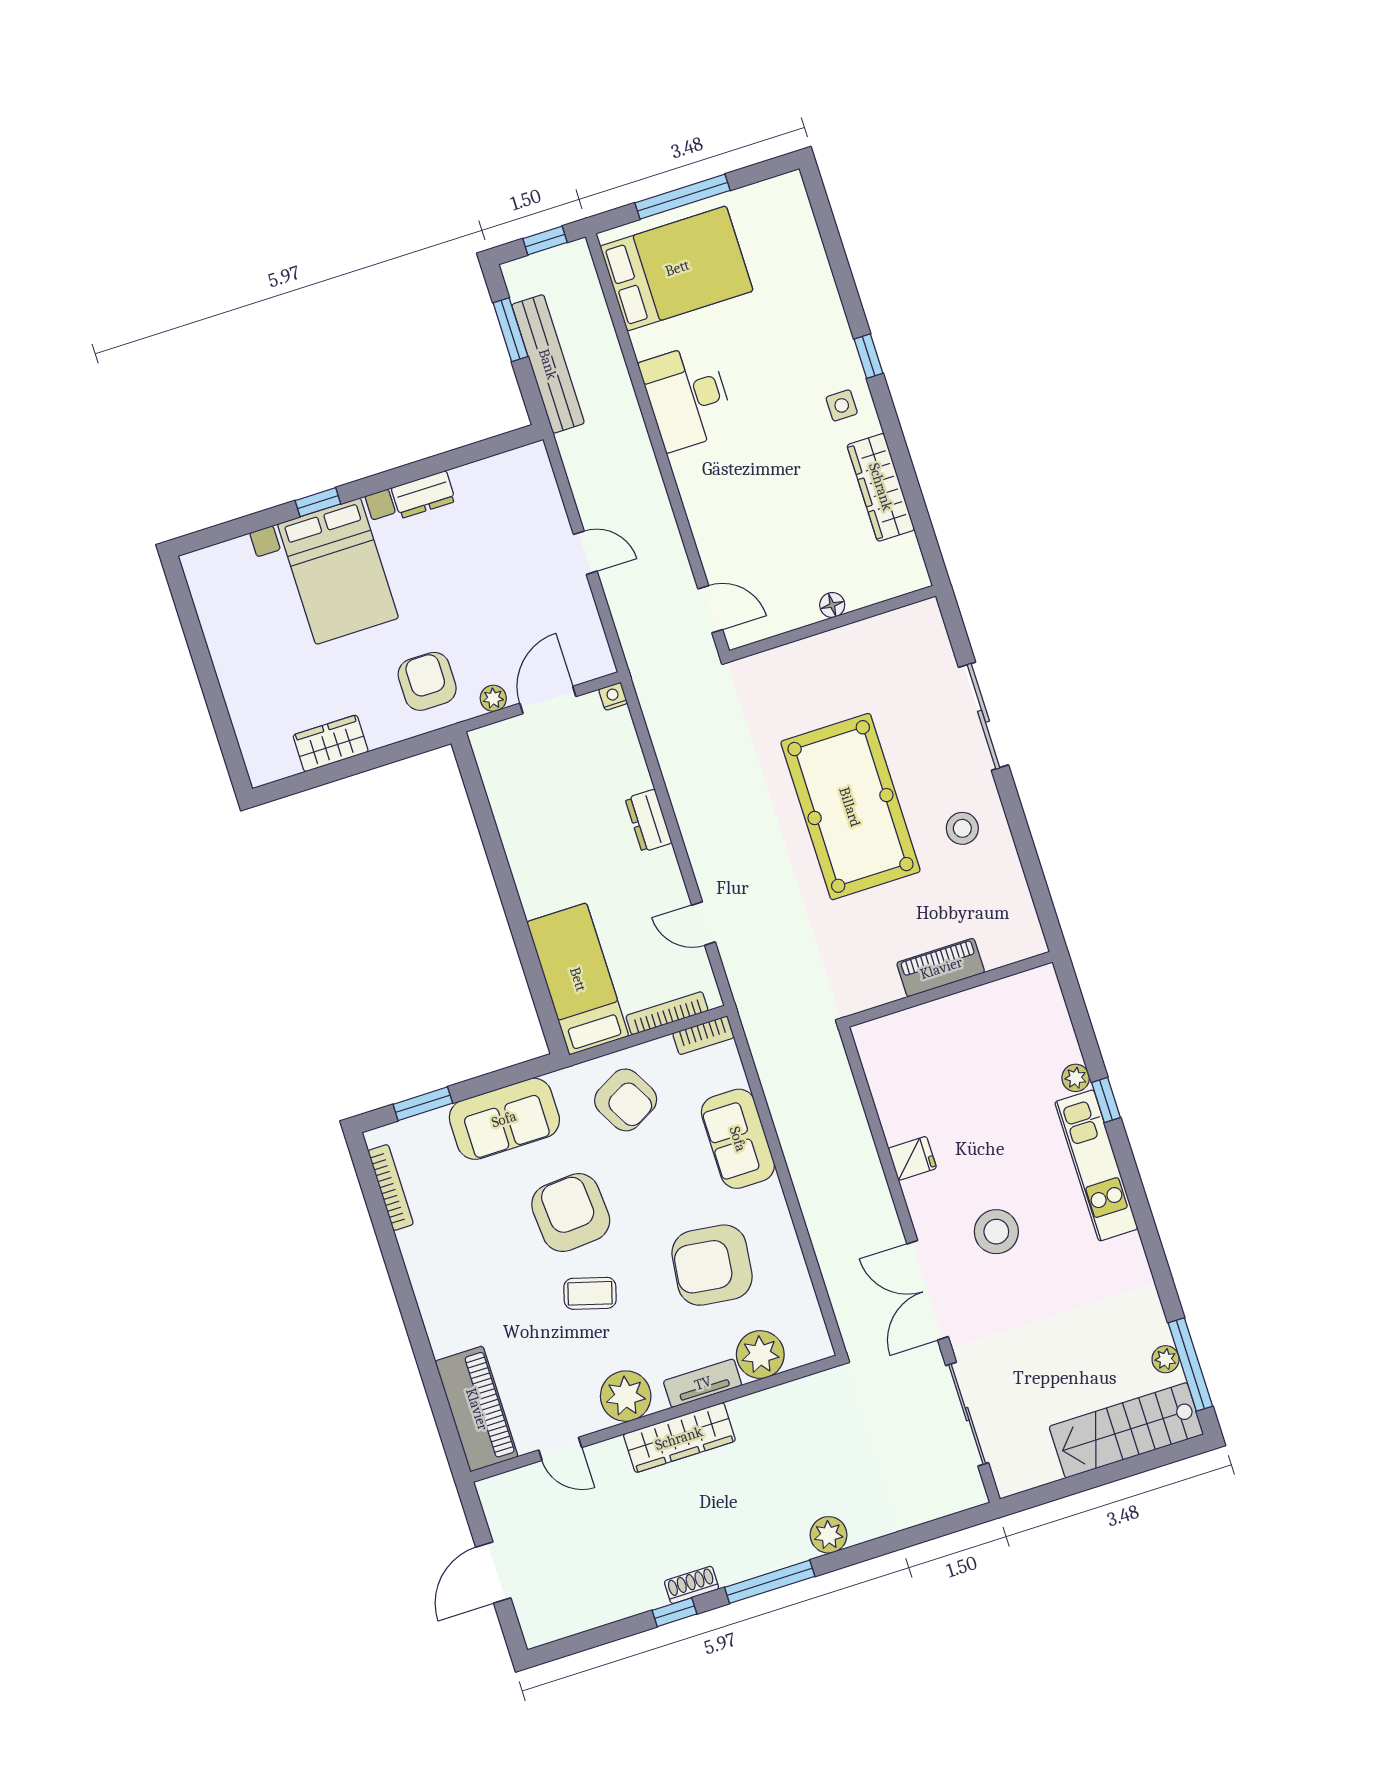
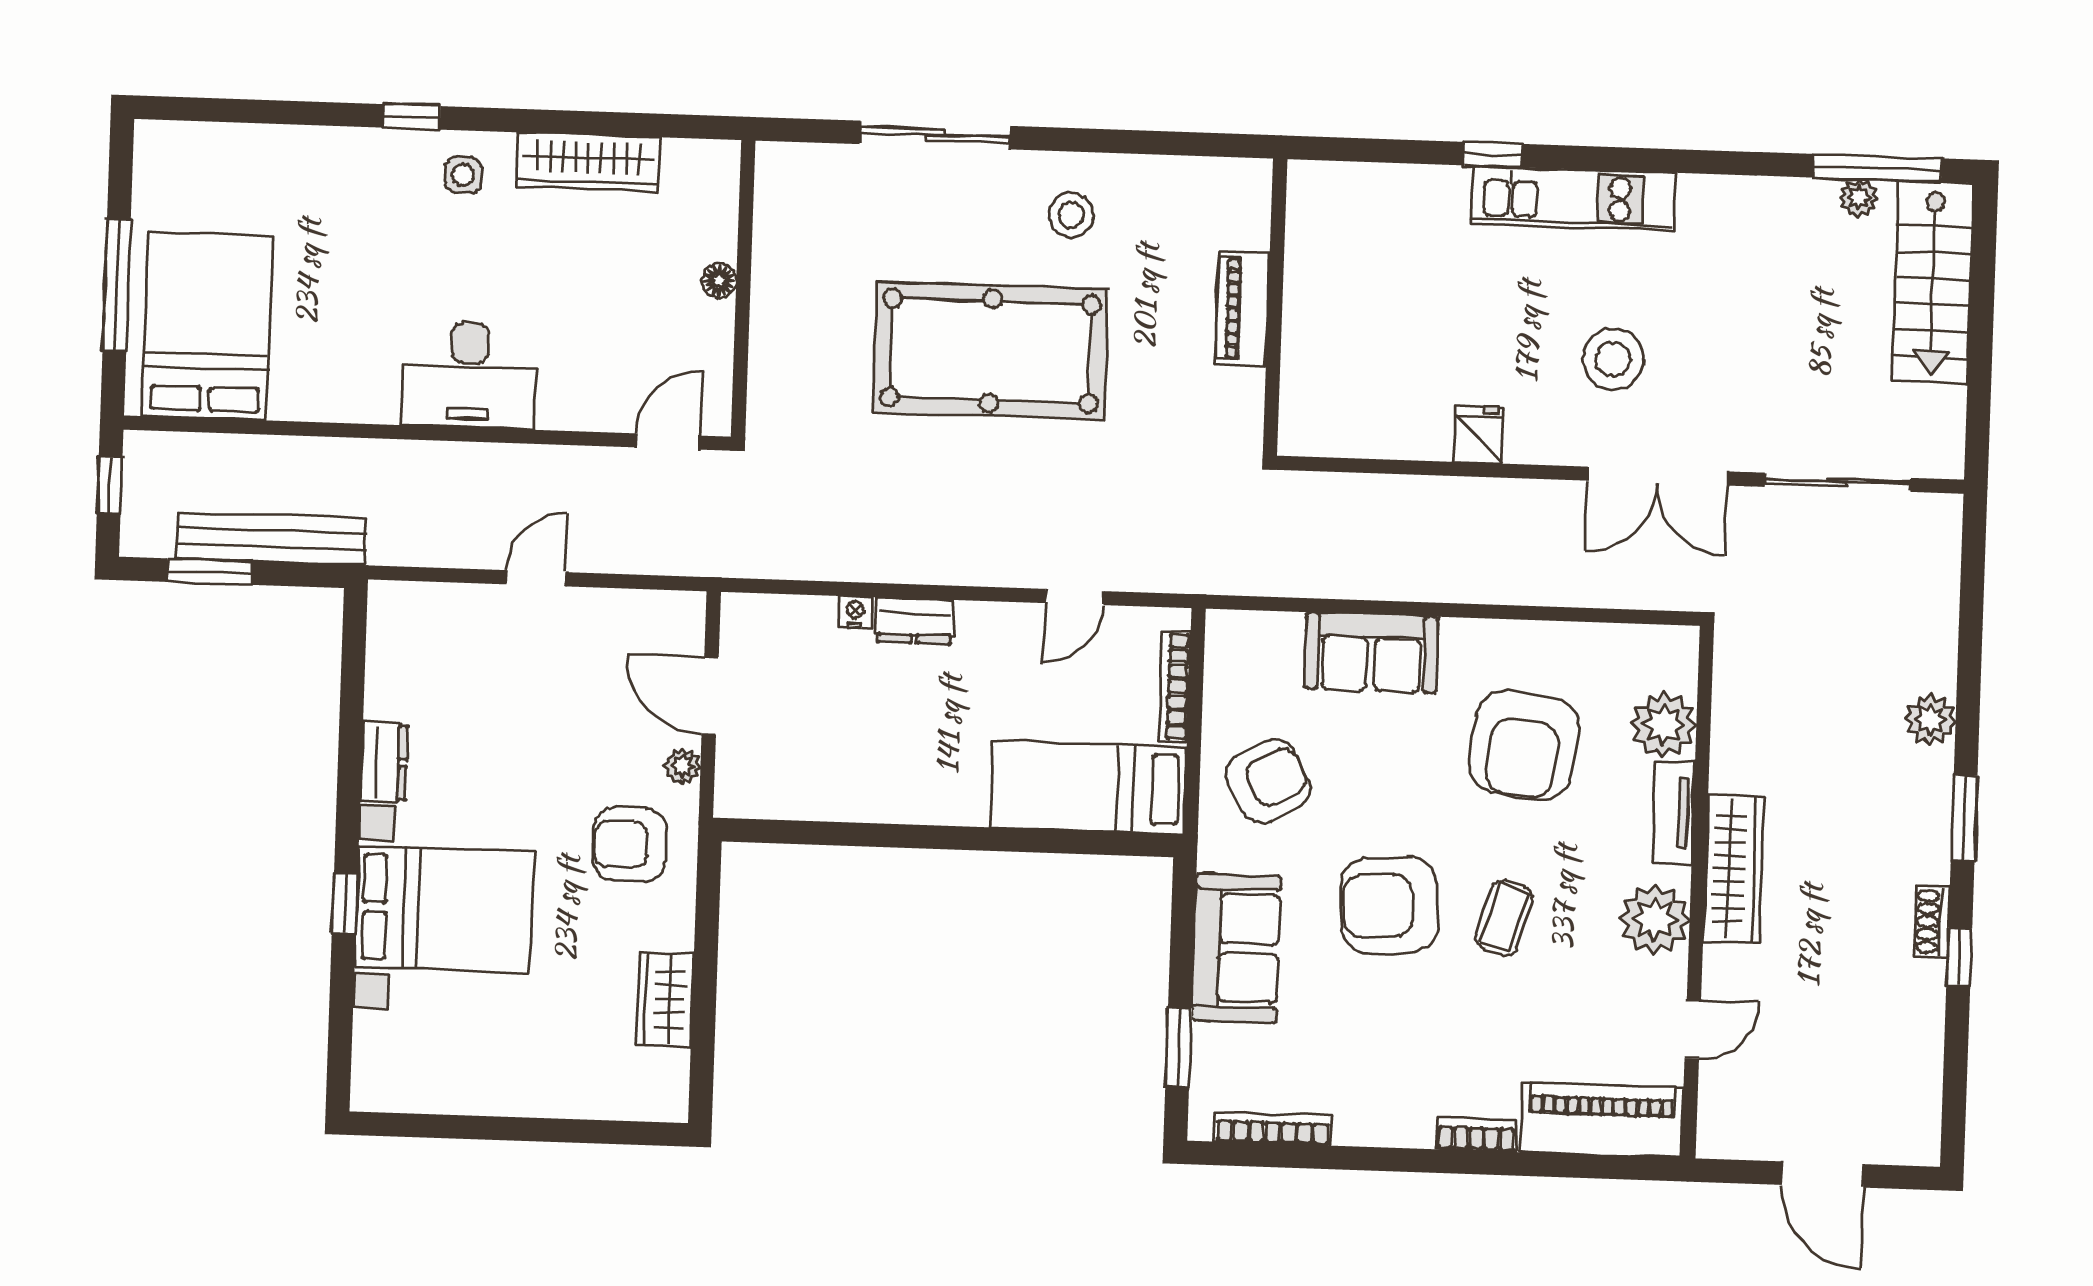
desk: (687, 397) -> (469, 376), moved
nightstand: (613, 696) -> (855, 612), moved, turned 90
bookcase: (703, 1035) -> (1476, 1135), moved, turned -90
plant: (1076, 1078) -> (1450, 184), removed
window: (770, 1582) -> (1964, 818), width x0.69

